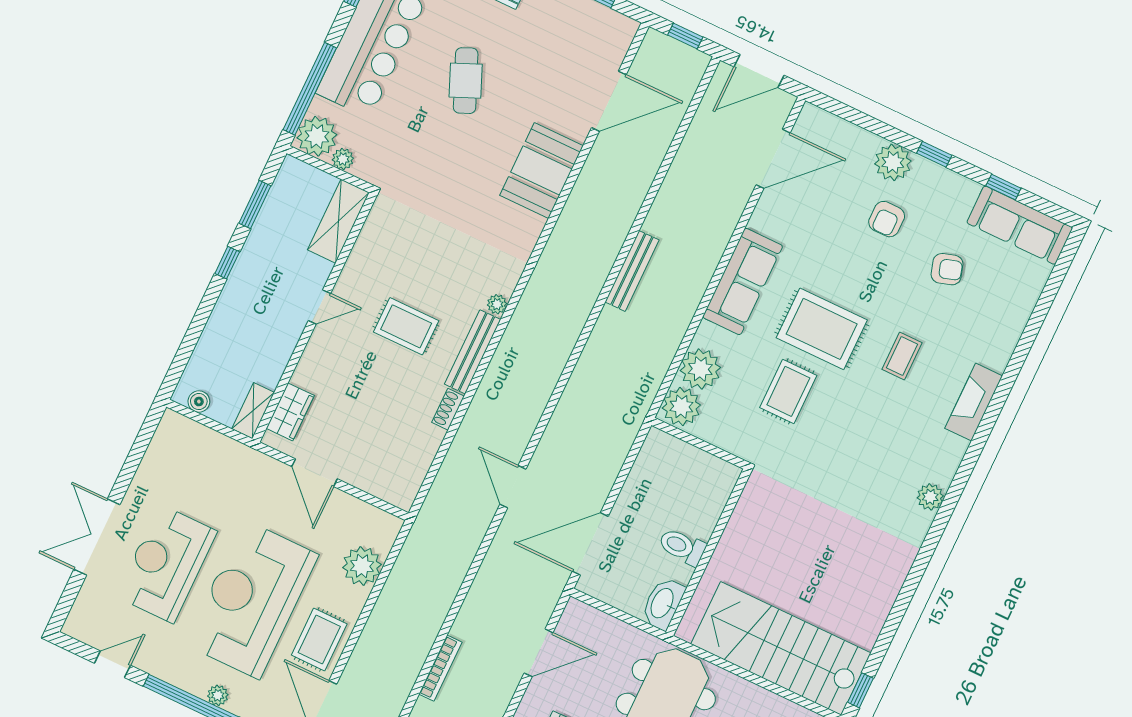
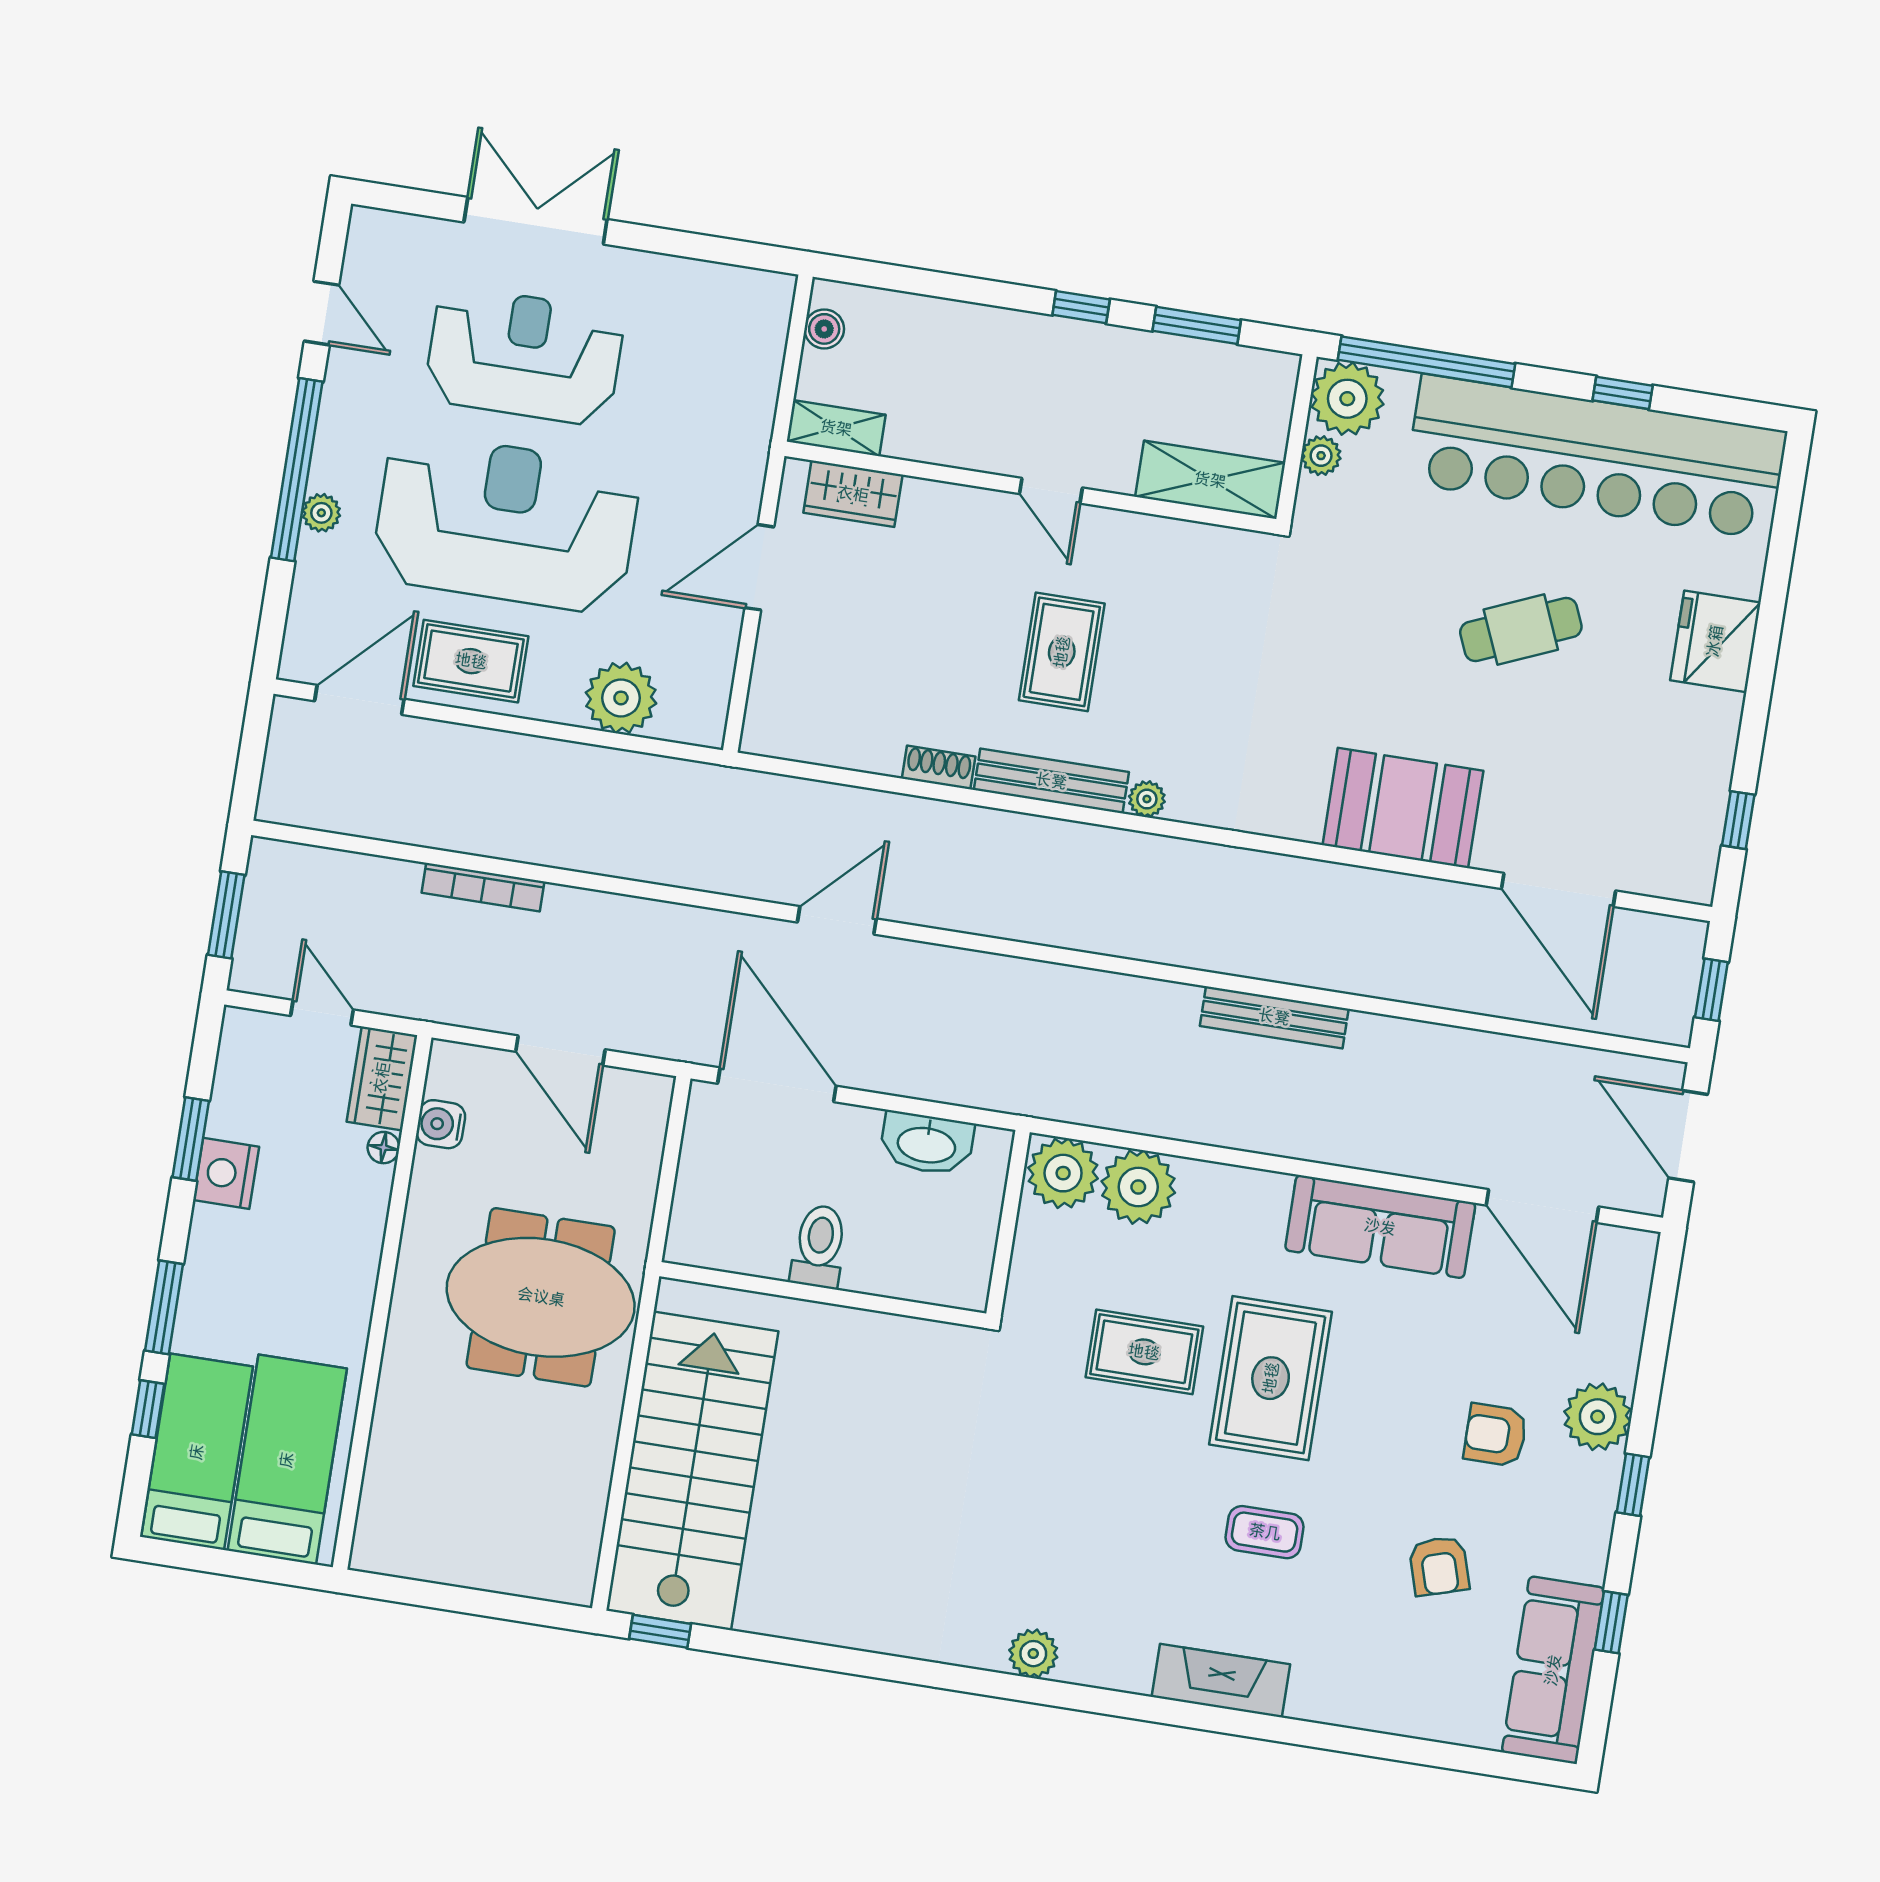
sofa: (743, 282) -> (1380, 1227), moved
washbasin: (663, 603) -> (927, 1144), moved, turned 180

